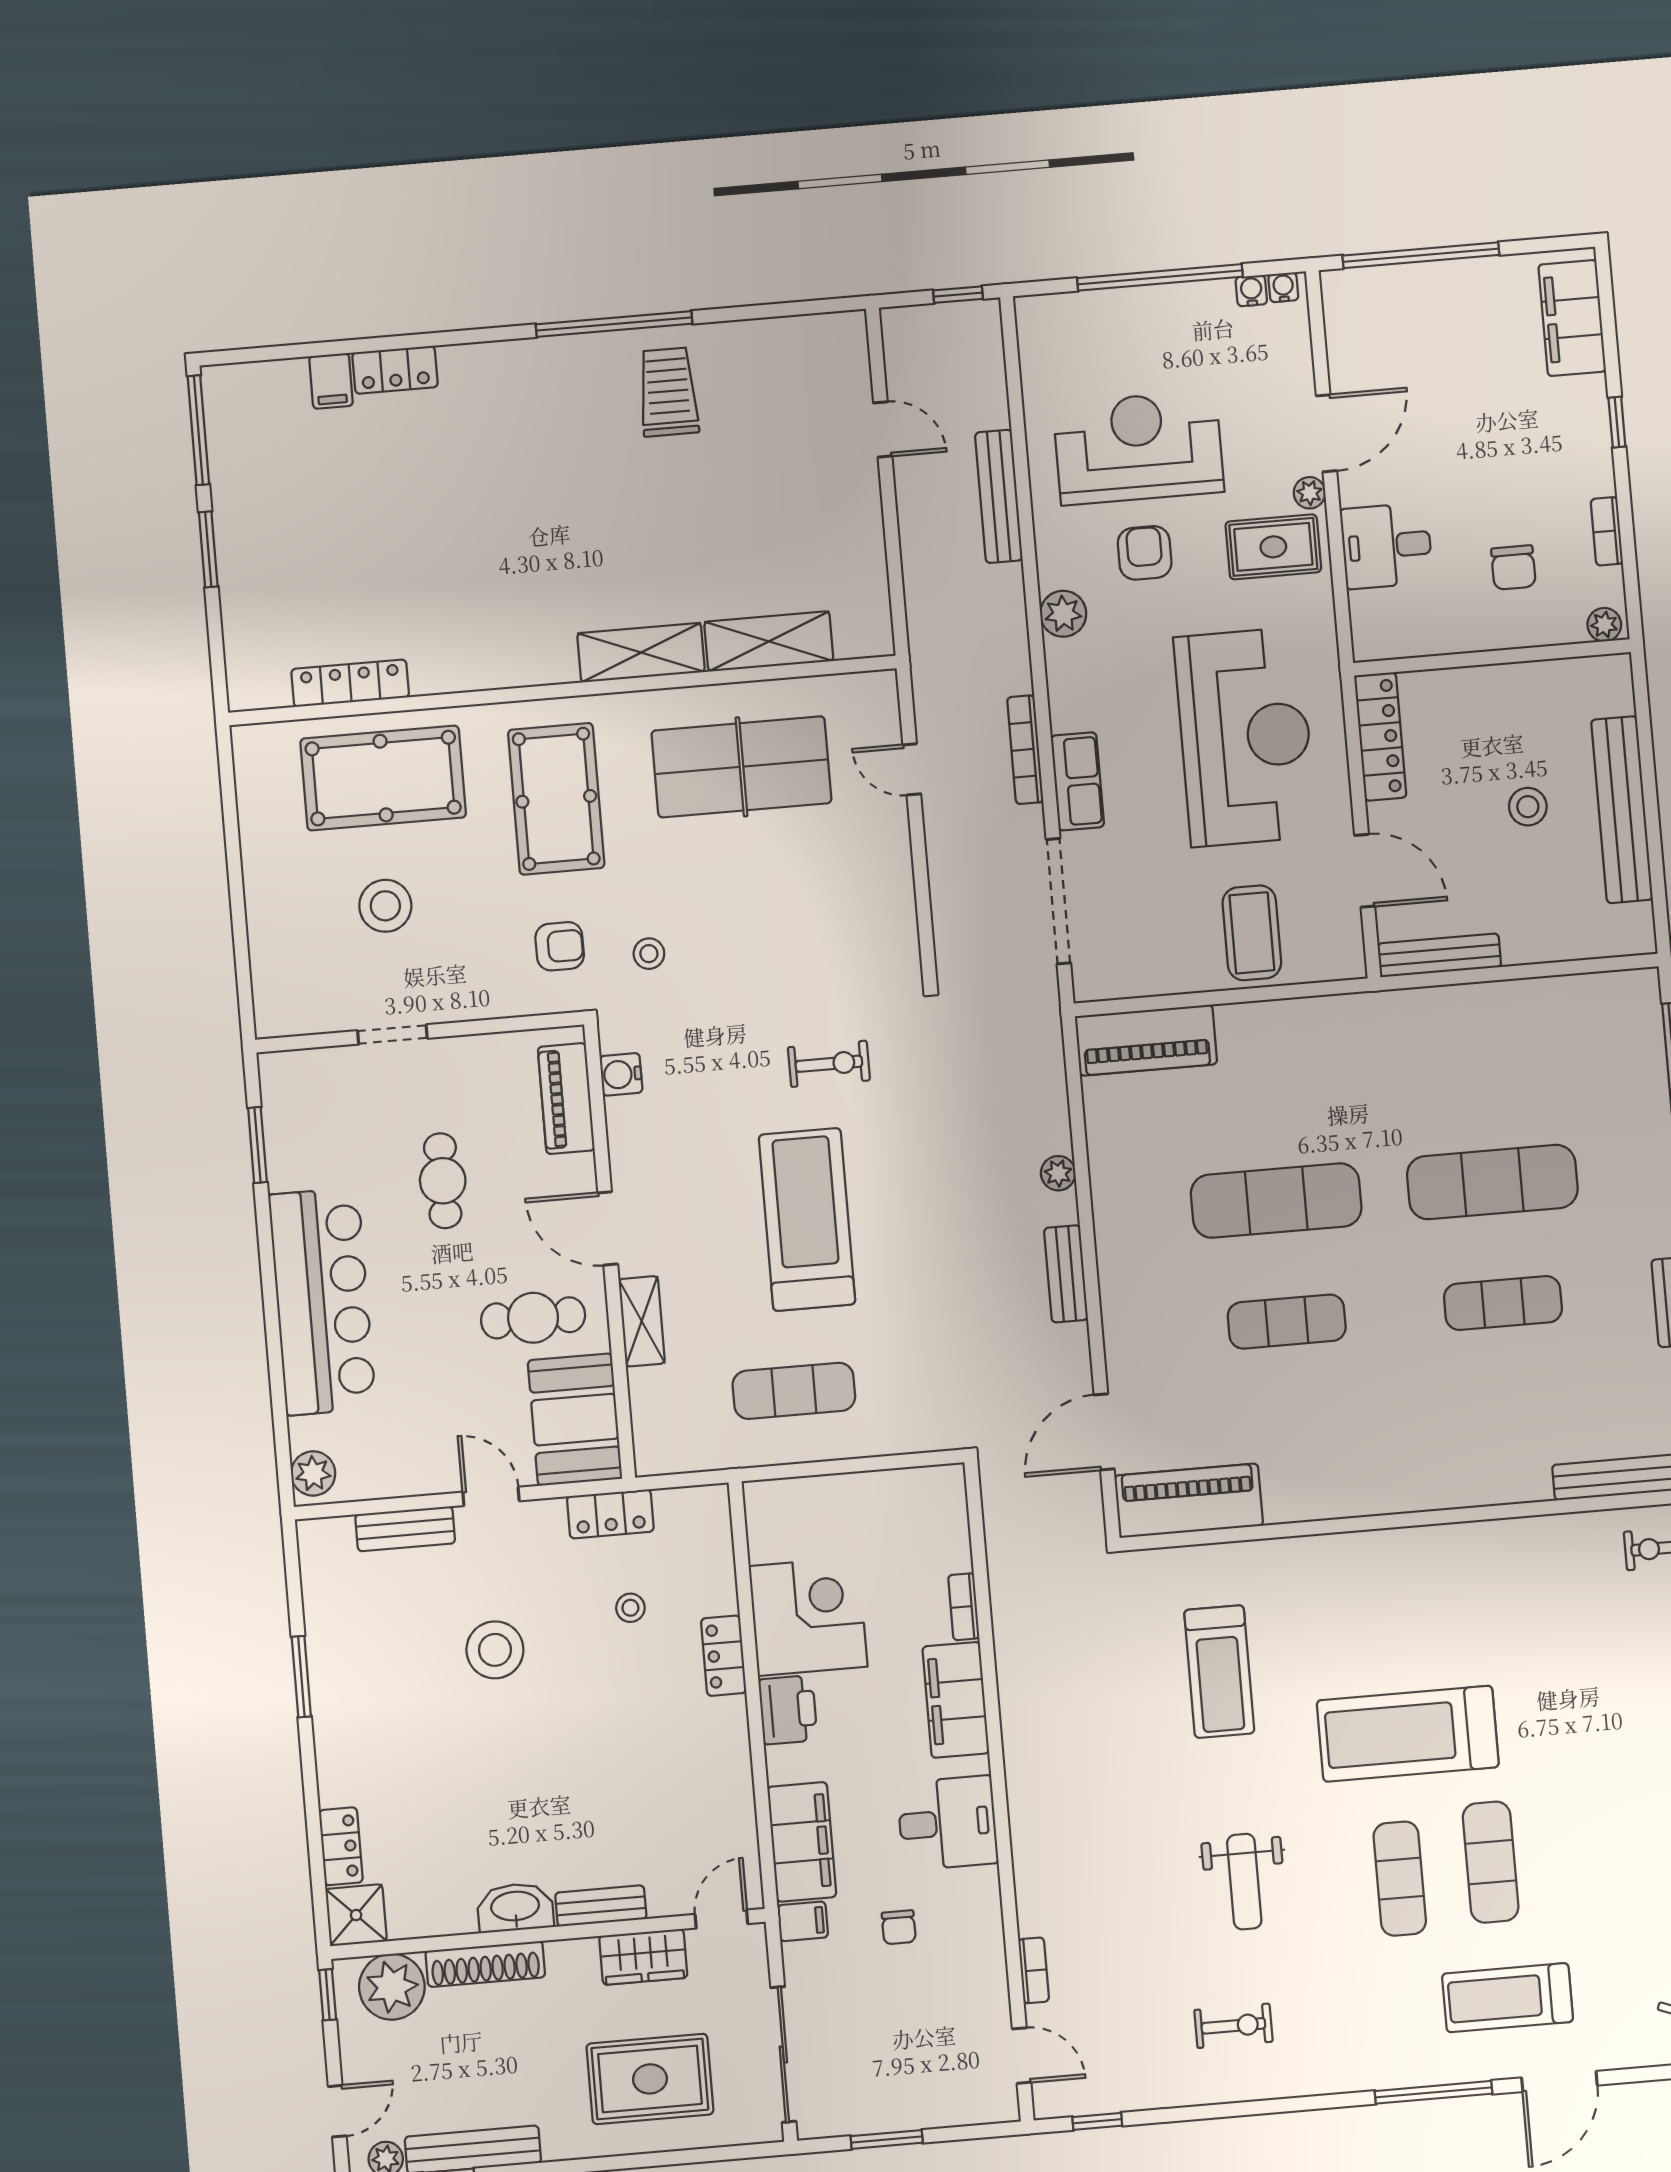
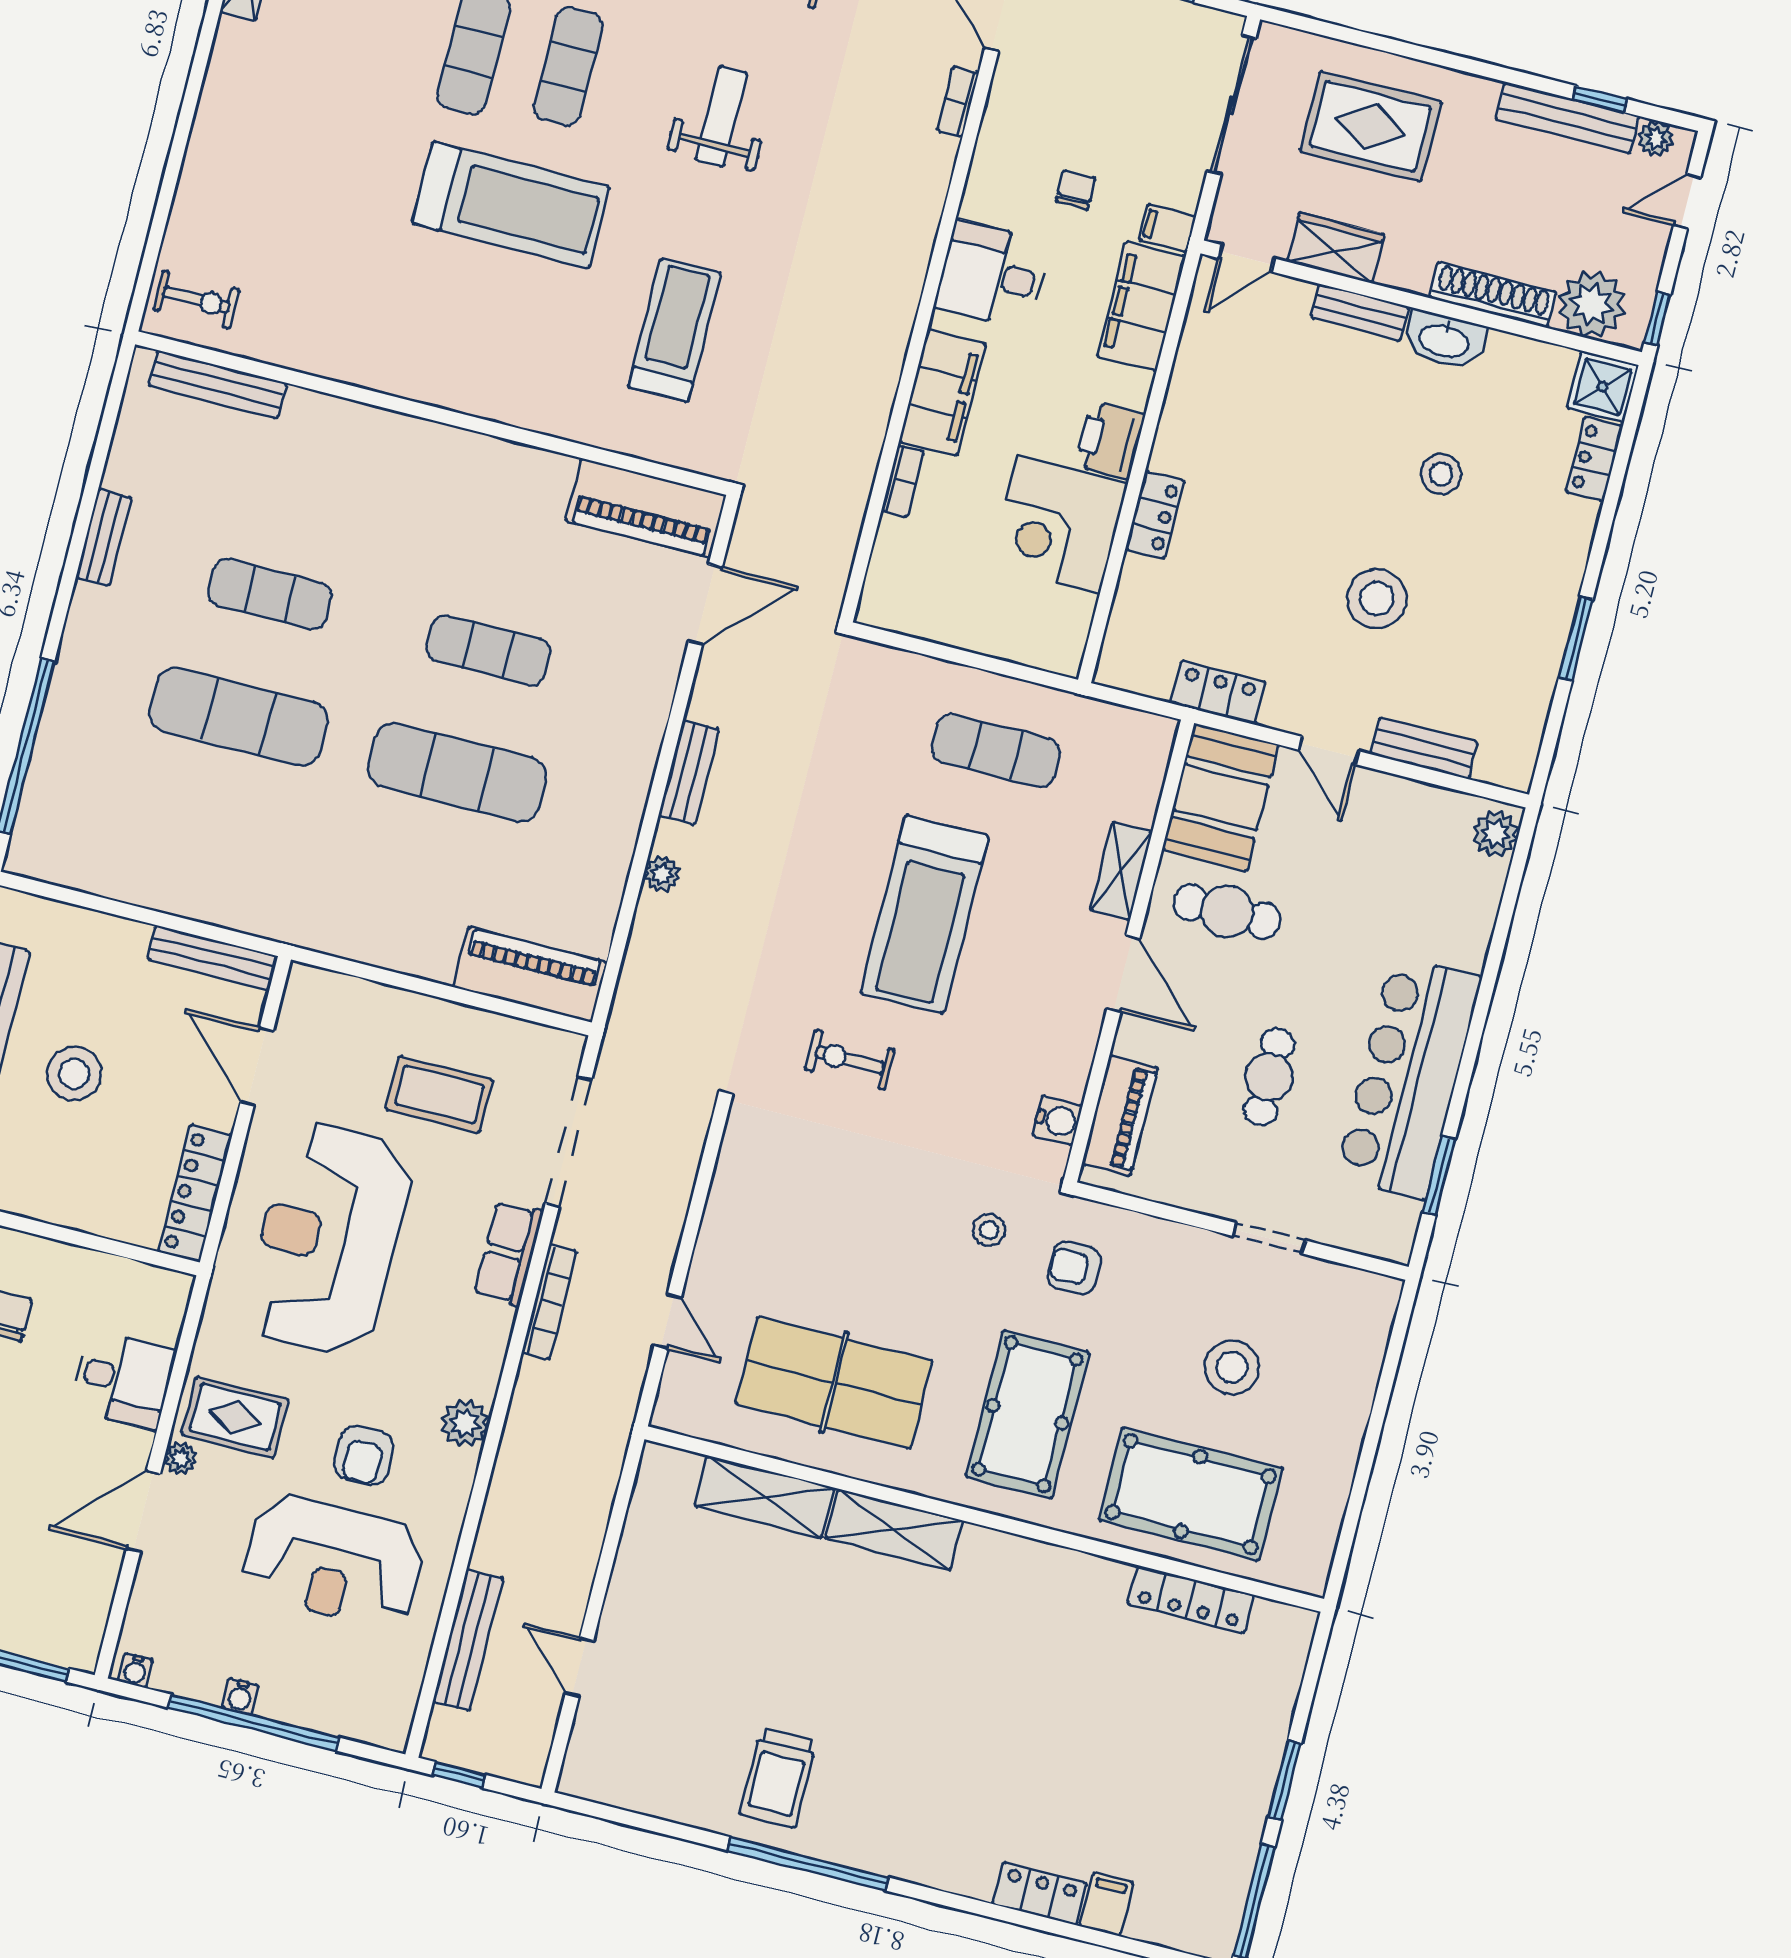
water cooler: (1251, 291) -> (240, 1696), moved
bench: (999, 496) -> (468, 1640), moved
stool: (1528, 807) -> (74, 1074), width x1.38, depth x1.38
coffee table: (1252, 933) -> (439, 1095), moved, turned 90
bar counter: (322, 1301) -> (1409, 1077), moved
stool: (630, 1608) -> (1441, 474), moved, width x1.37, depth x1.37

